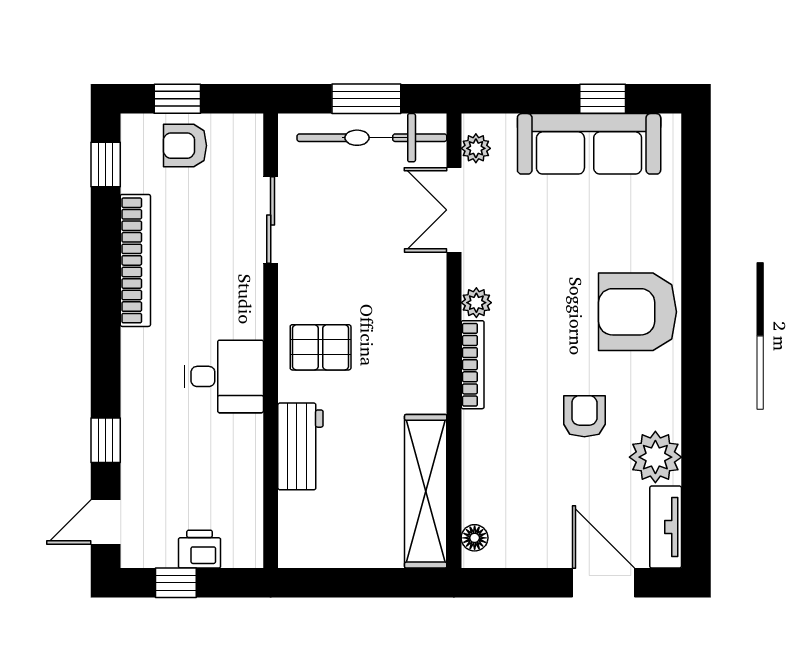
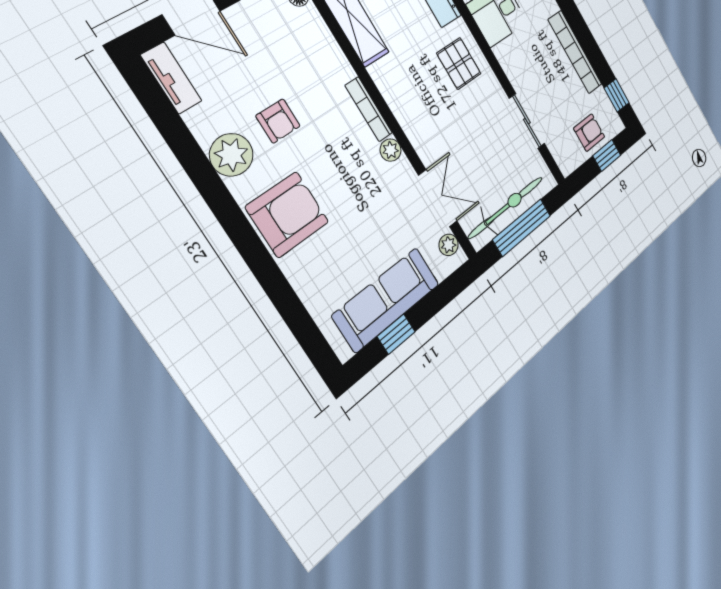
window: (366, 99) -> (522, 228), width x1.44
pallet: (321, 347) -> (459, 63), turned 90
plant: (655, 457) -> (231, 155), moved

